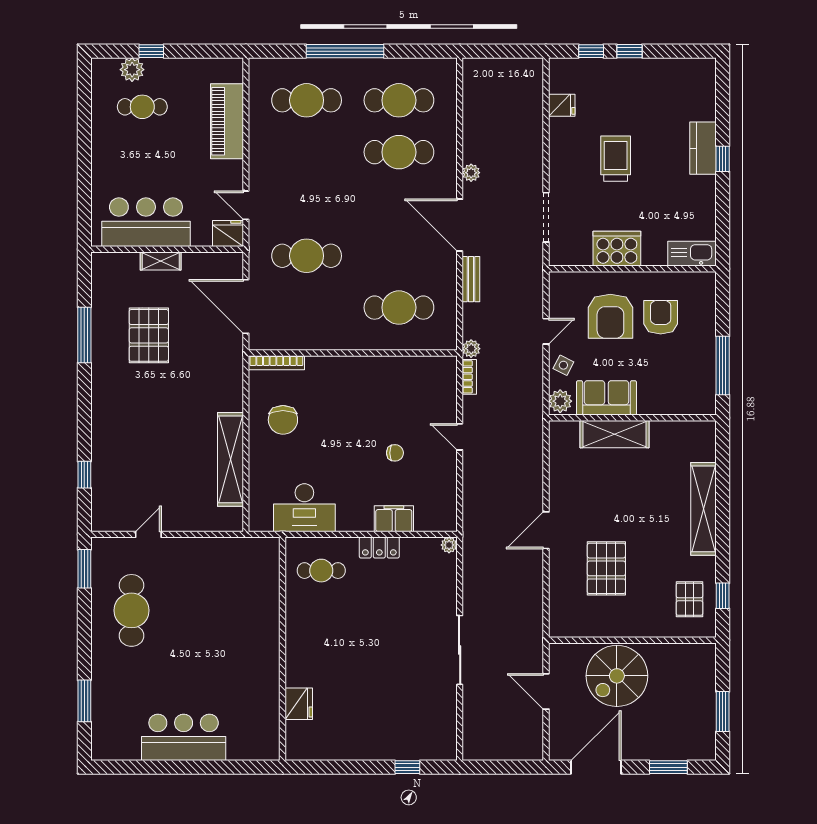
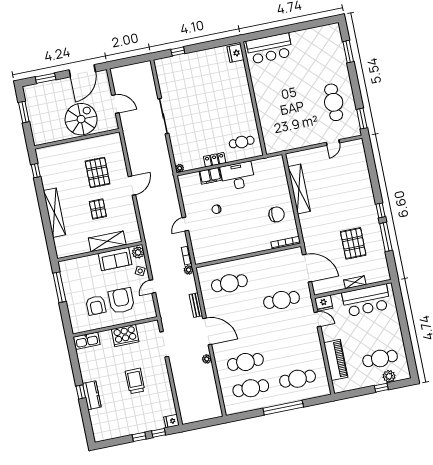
fridge: (562, 105) -> (172, 421), moved
cafe table: (142, 107) -> (380, 358), width x1.37, depth x1.35
trolley: (616, 159) -> (135, 381), turned 180
chair: (283, 420) -> (277, 214), turned 90
door: (460, 437) -> (185, 224), swing flipped
window: (84, 475) -> (381, 210), moved
desk: (304, 508) -> (238, 176), moved
pallet: (689, 599) -> (98, 209), moved
fridge: (299, 704) -> (235, 53), moved
bar counter: (184, 737) -> (270, 48), moved

